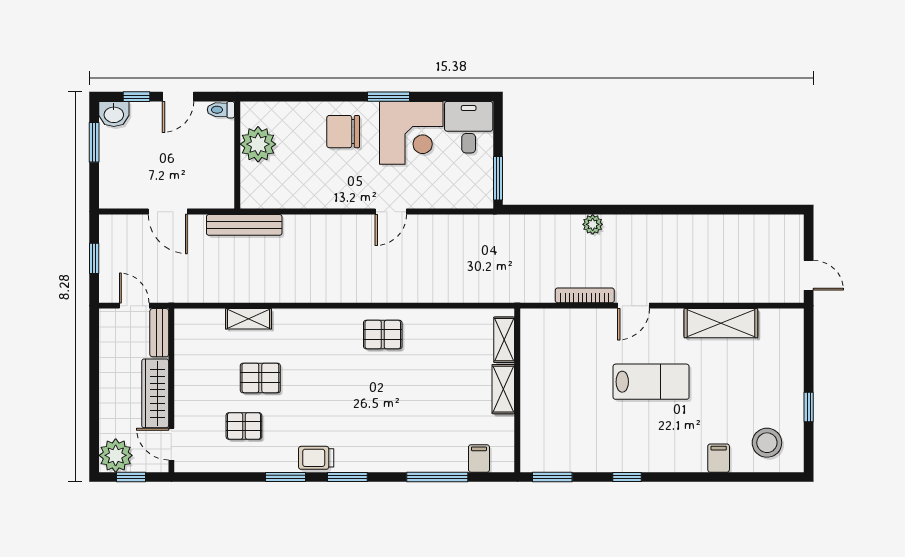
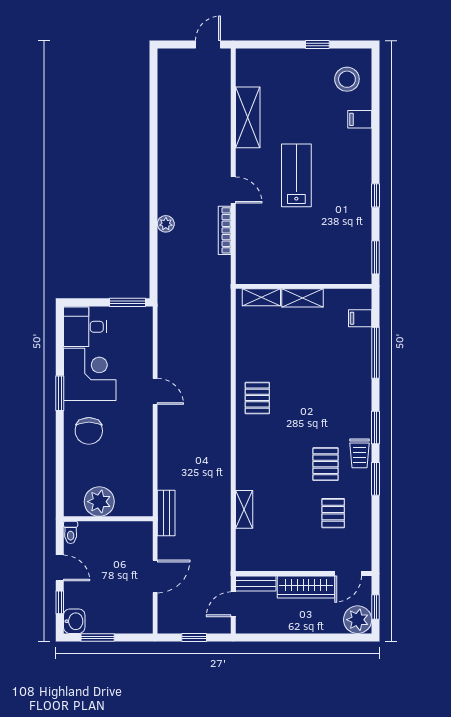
bench: (244, 225) -> (166, 513), width x0.73
pallet: (260, 378) -> (326, 464), moved

